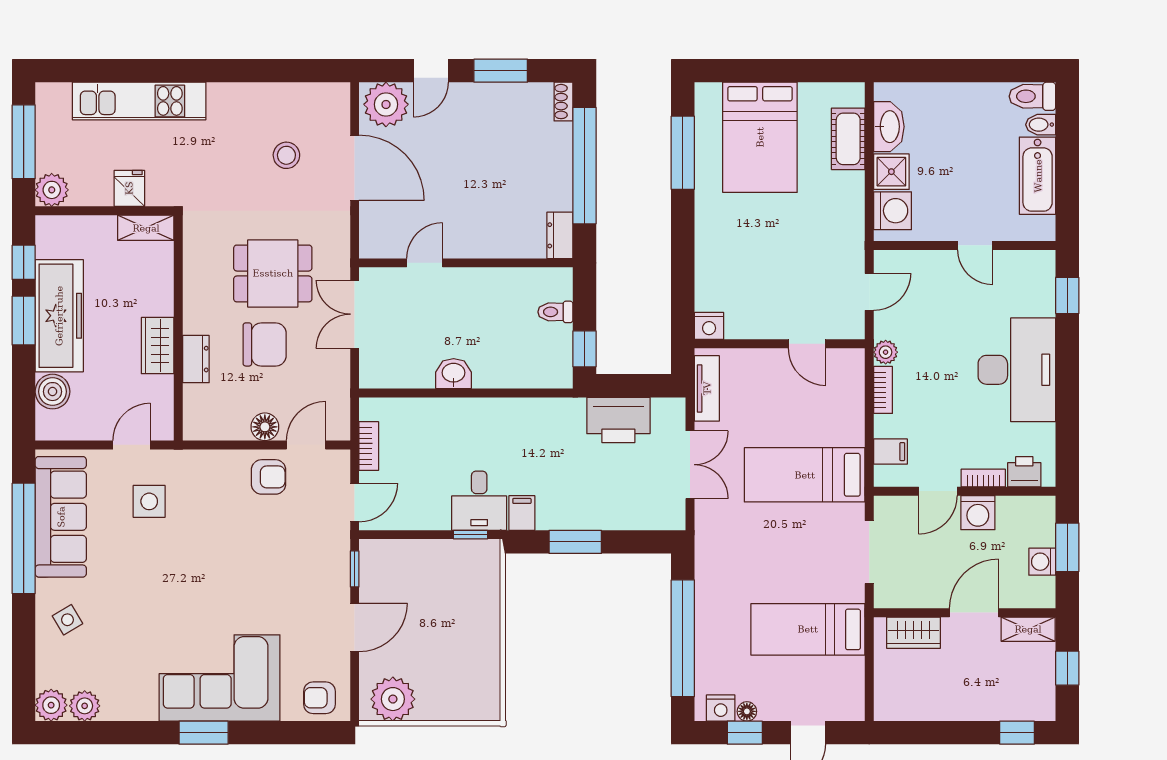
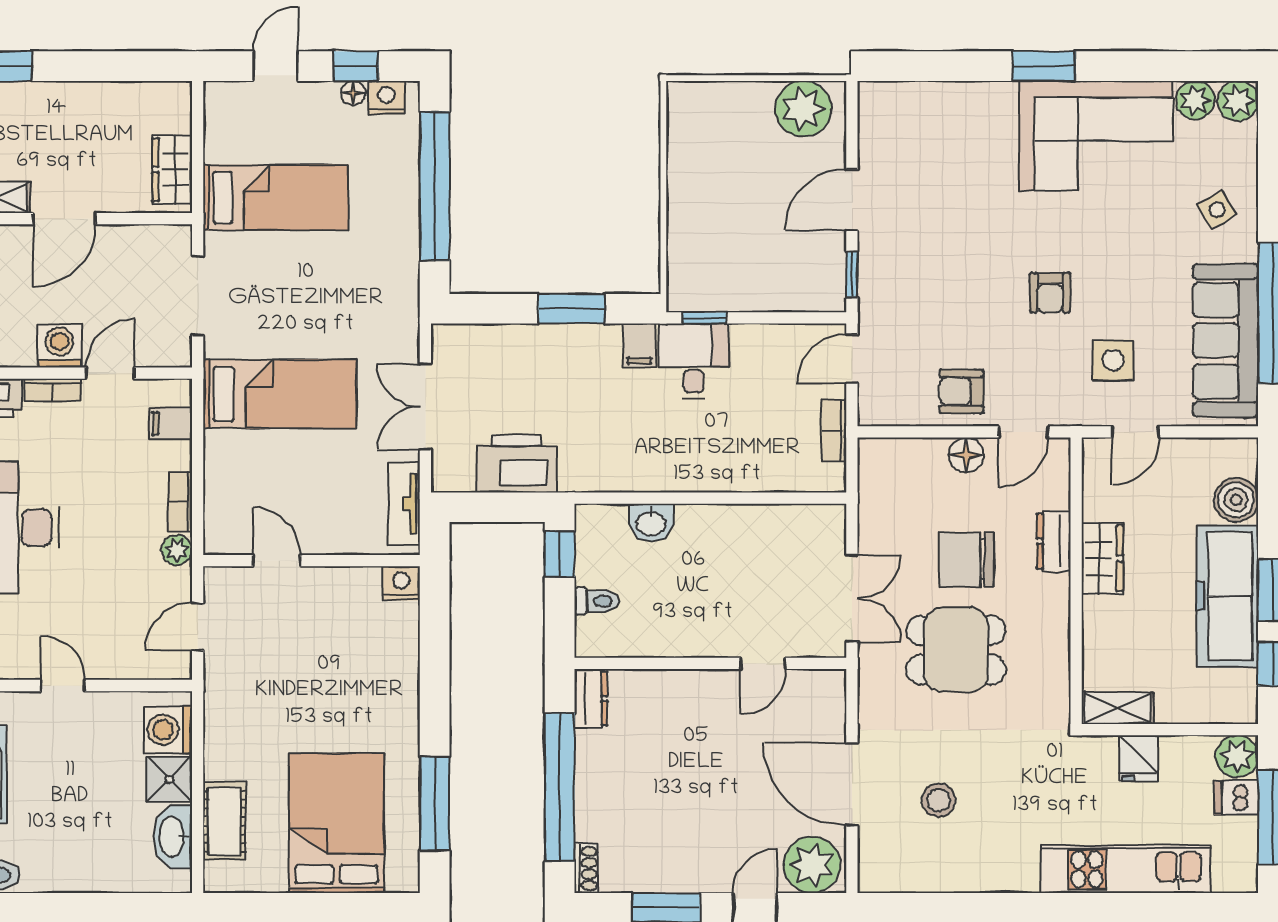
dishwasher: (52, 158) -> (1236, 797), added
washbasin: (454, 374) -> (651, 523), moved
door: (306, 445) -> (1023, 432), moved
wardrobe: (913, 633) -> (172, 170), moved, turned -90
corner sofa: (220, 678) -> (1096, 136), moved
armchair: (319, 698) -> (1050, 293), moved, turned 90

